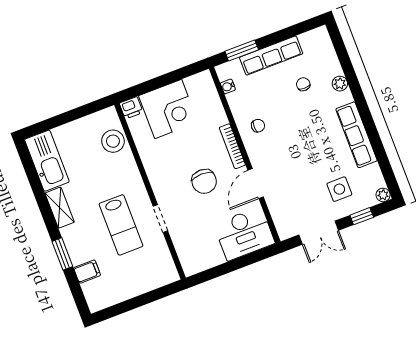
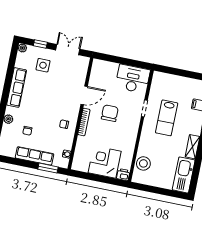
lab bench: (121, 225) -> (167, 118), turned 180
desk: (244, 234) -> (133, 79), moved

